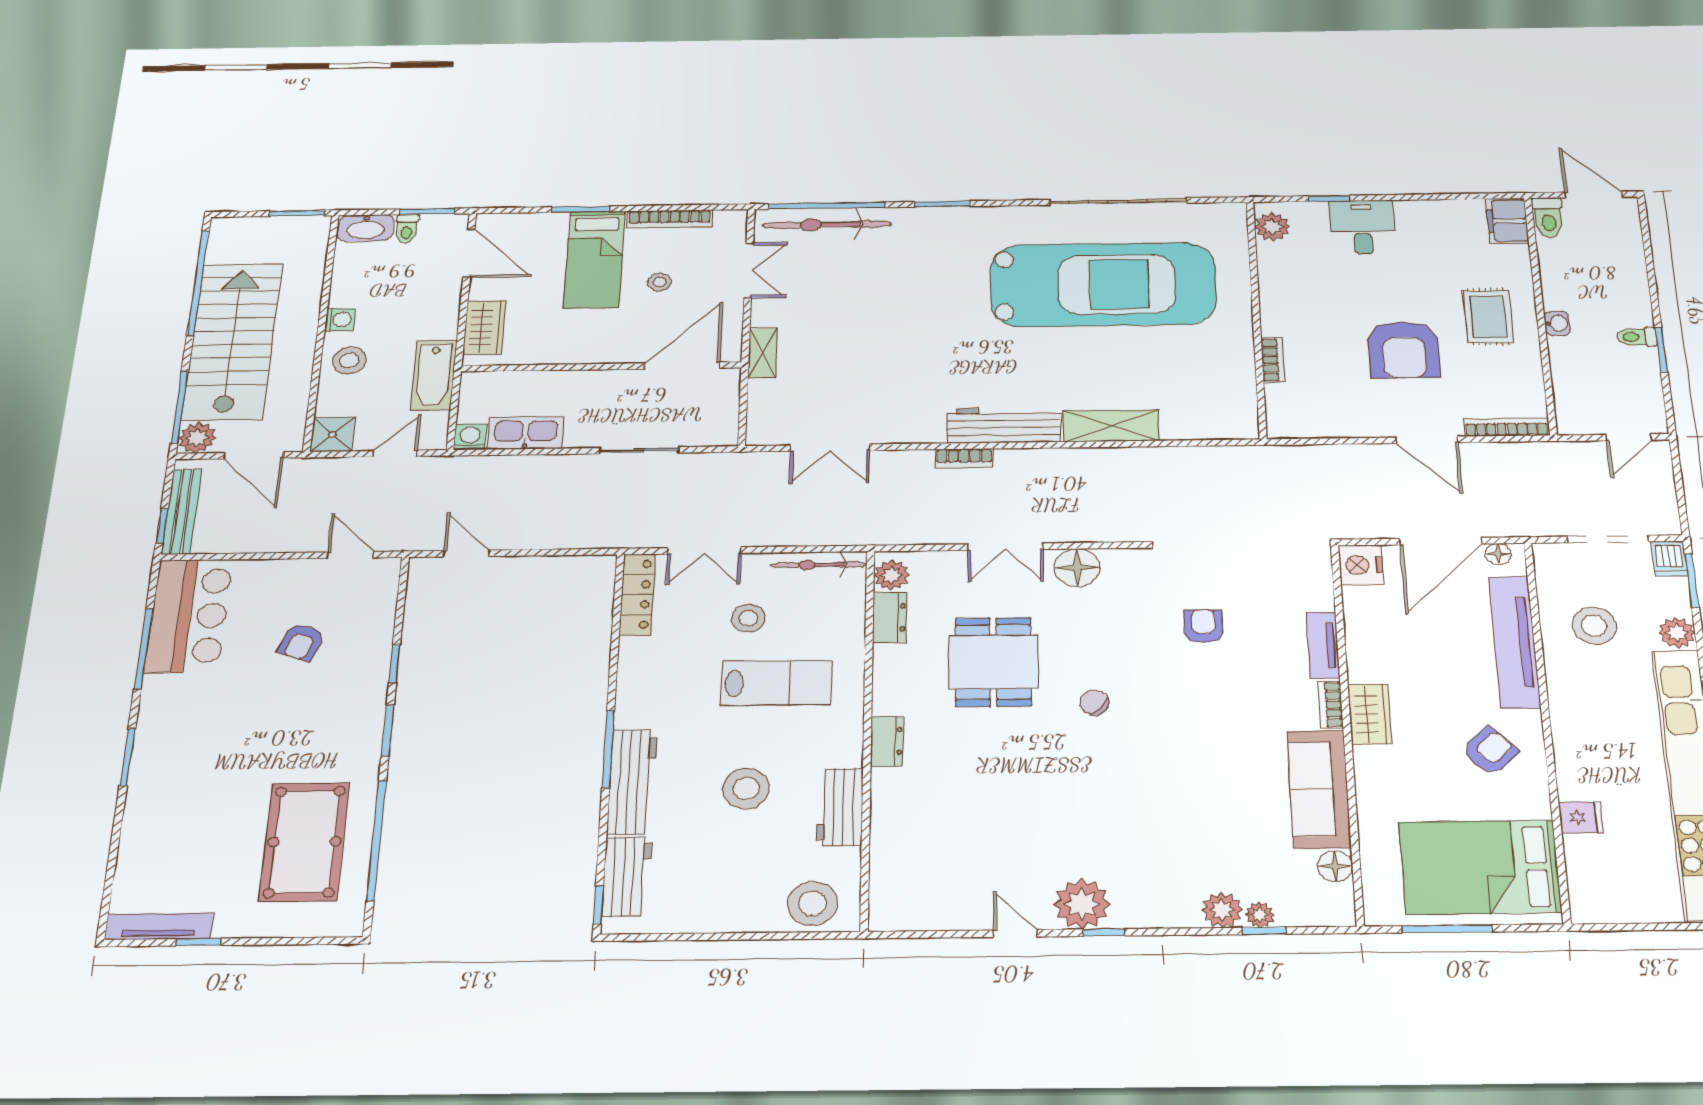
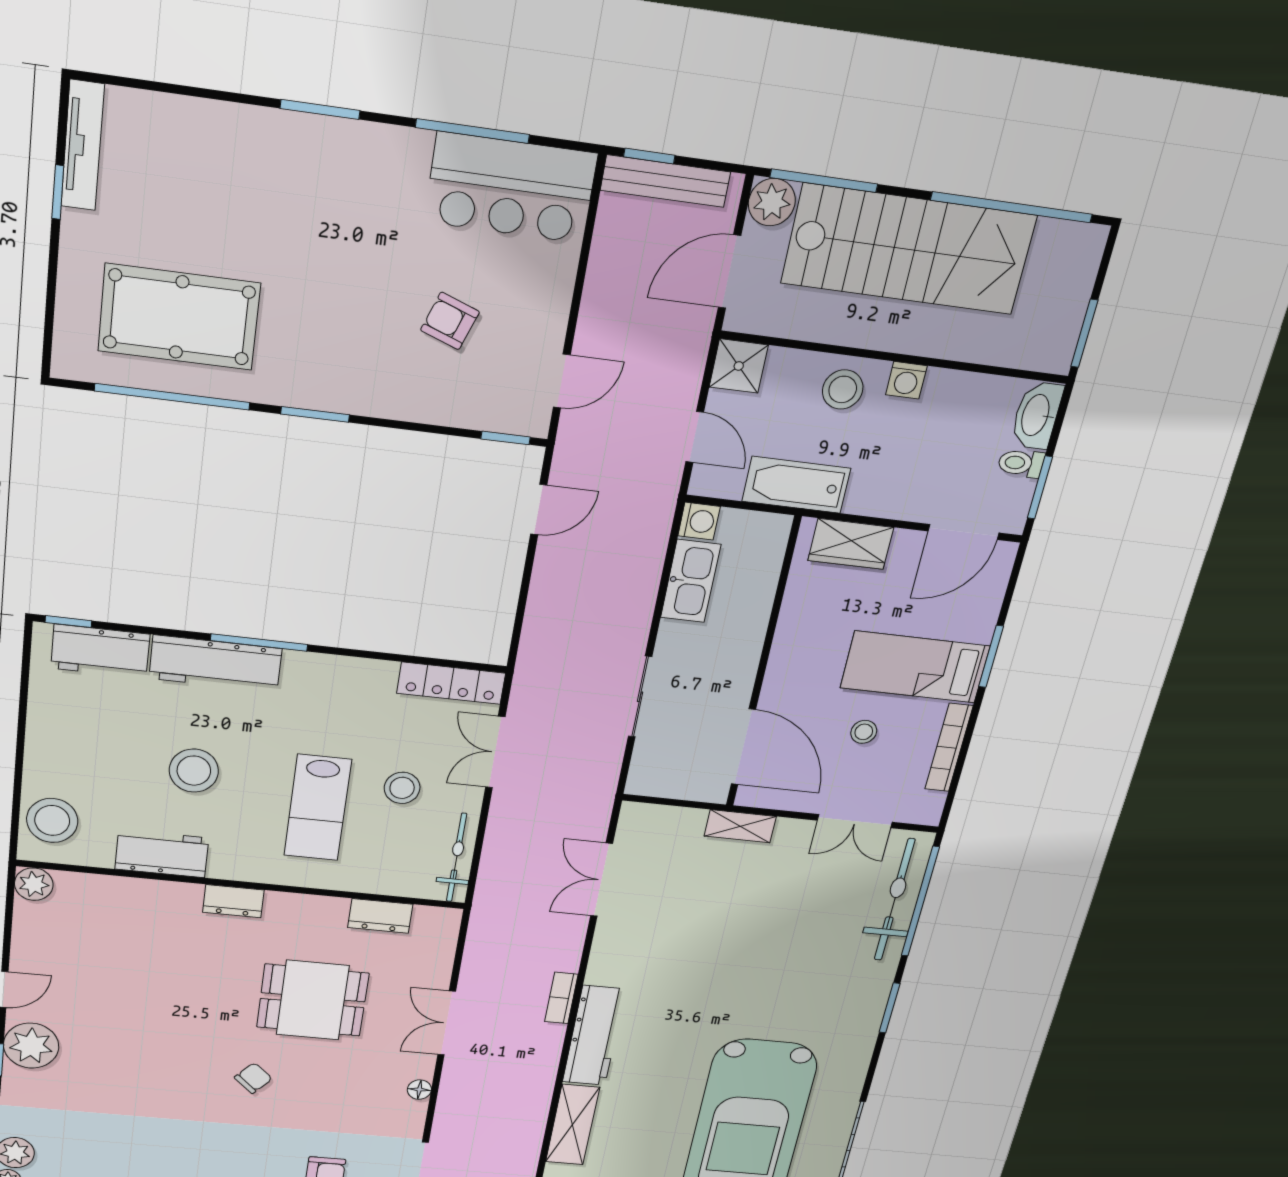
floor lamp: (1077, 568) -> (419, 1090), width x0.53, depth x0.53
plant: (891, 575) -> (34, 884), moved
window: (395, 664) -> (506, 438), moved

